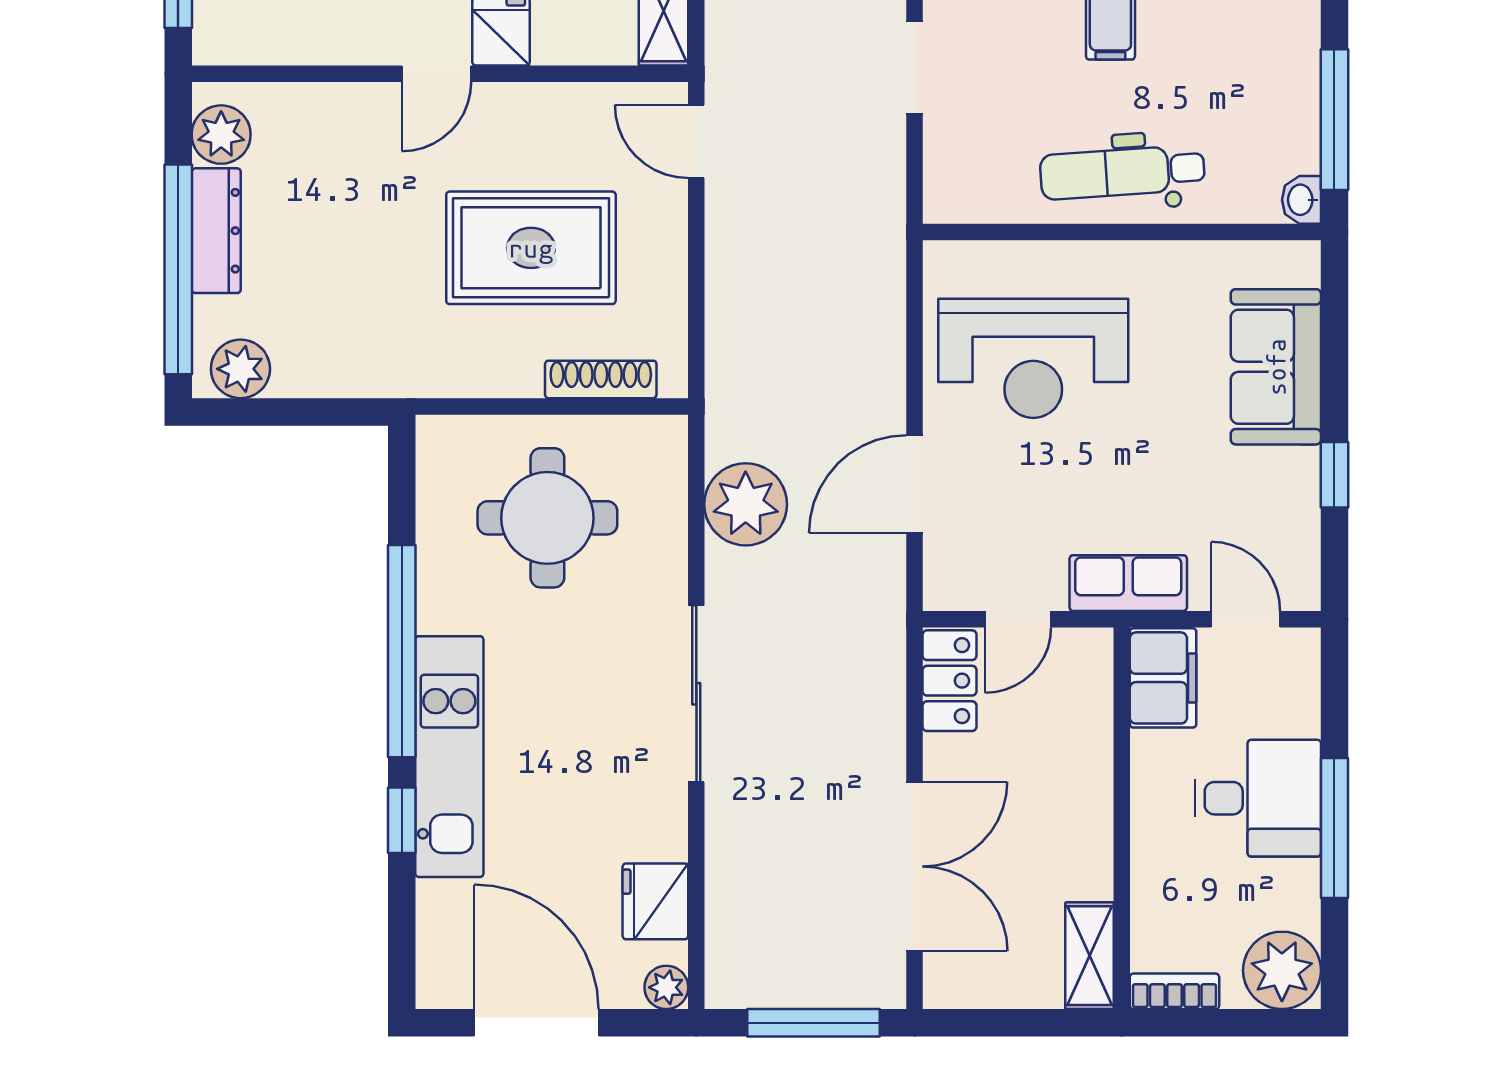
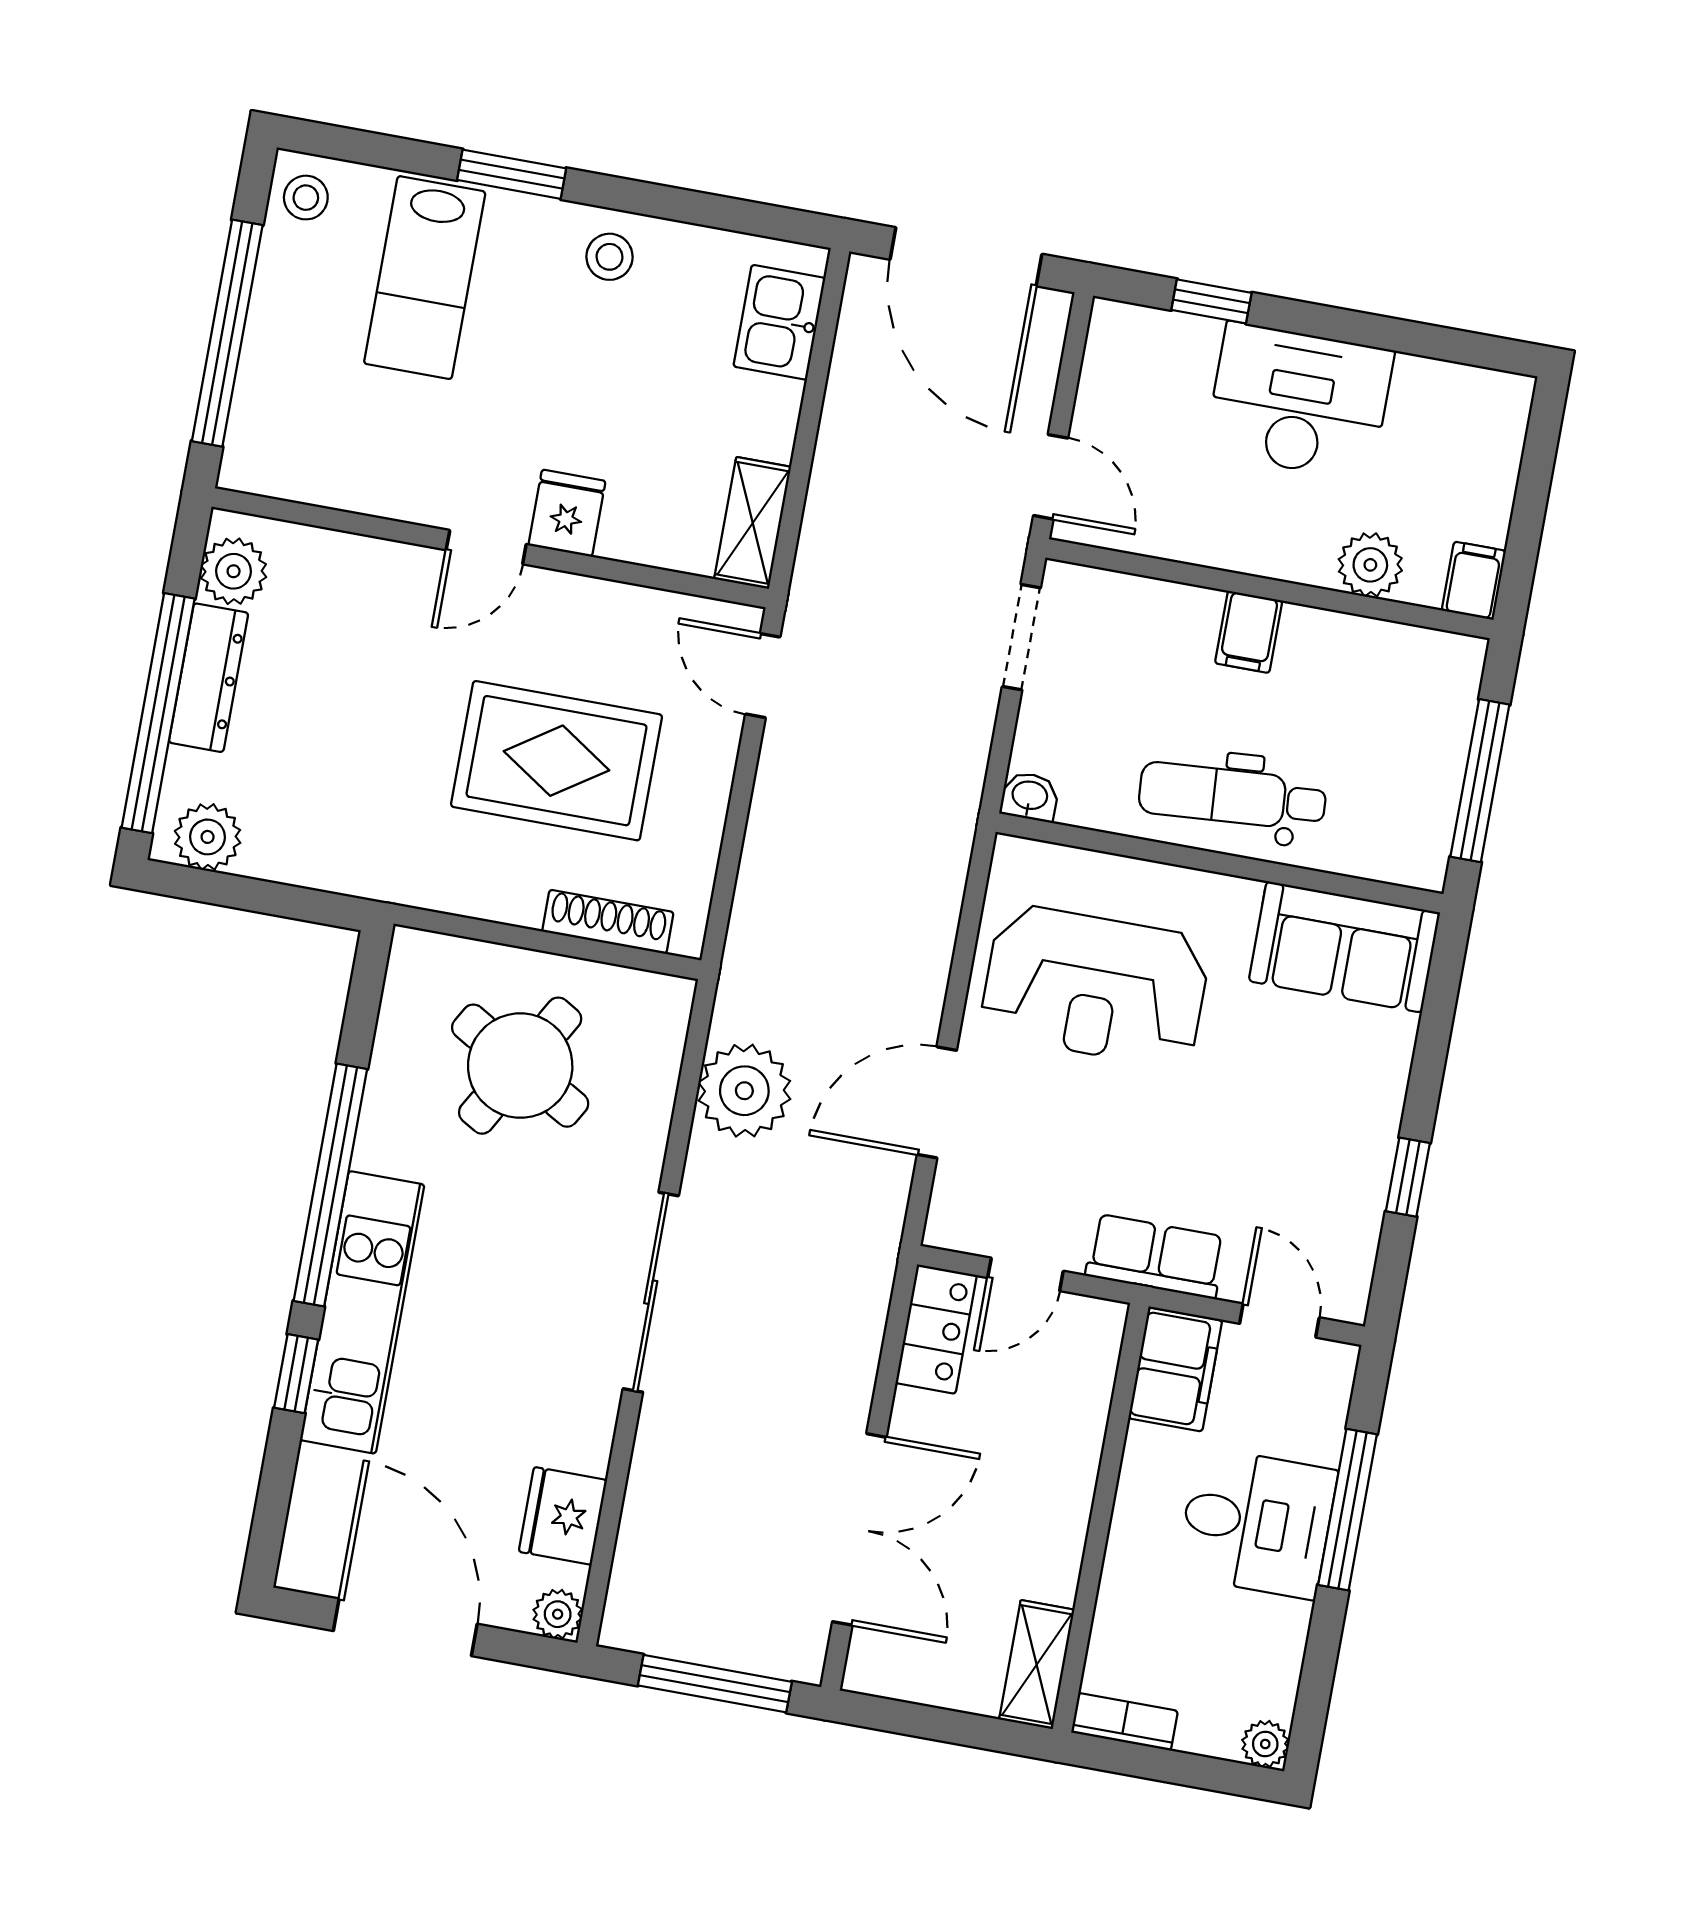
washbasin: (1301, 200) -> (1030, 797), moved, turned 90
sofa: (1276, 367) -> (1344, 947), moved, turned -90
round table: (547, 518) -> (520, 1066), turned 30
window: (1334, 828) -> (1347, 1510), moved
plant: (1282, 970) -> (1265, 1744), width x0.53, depth x0.53

